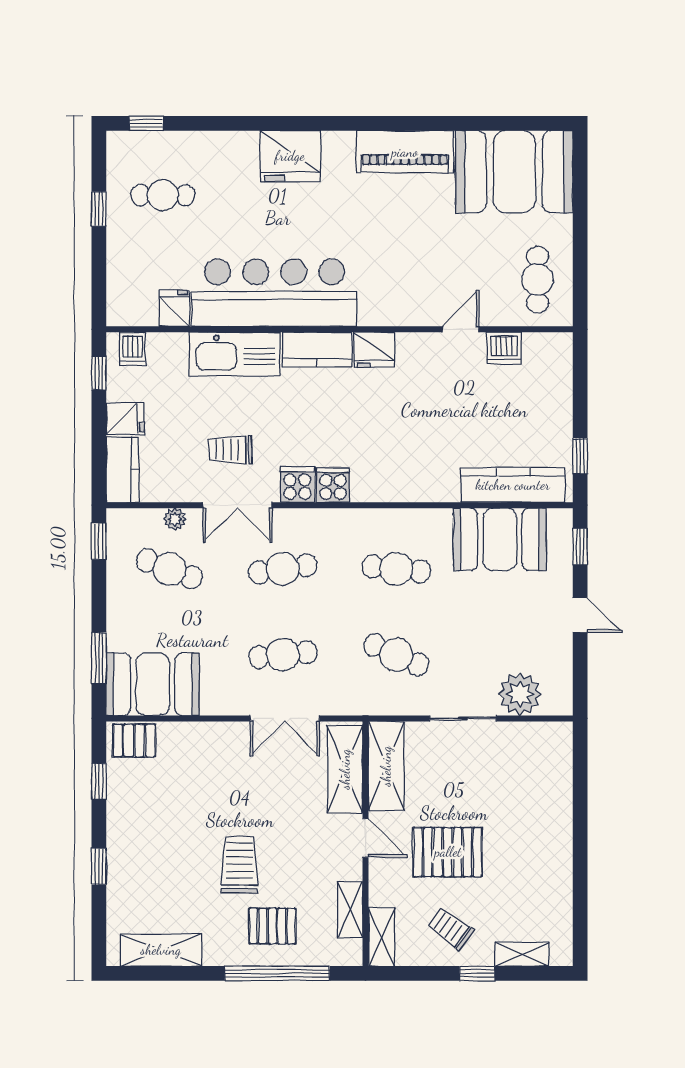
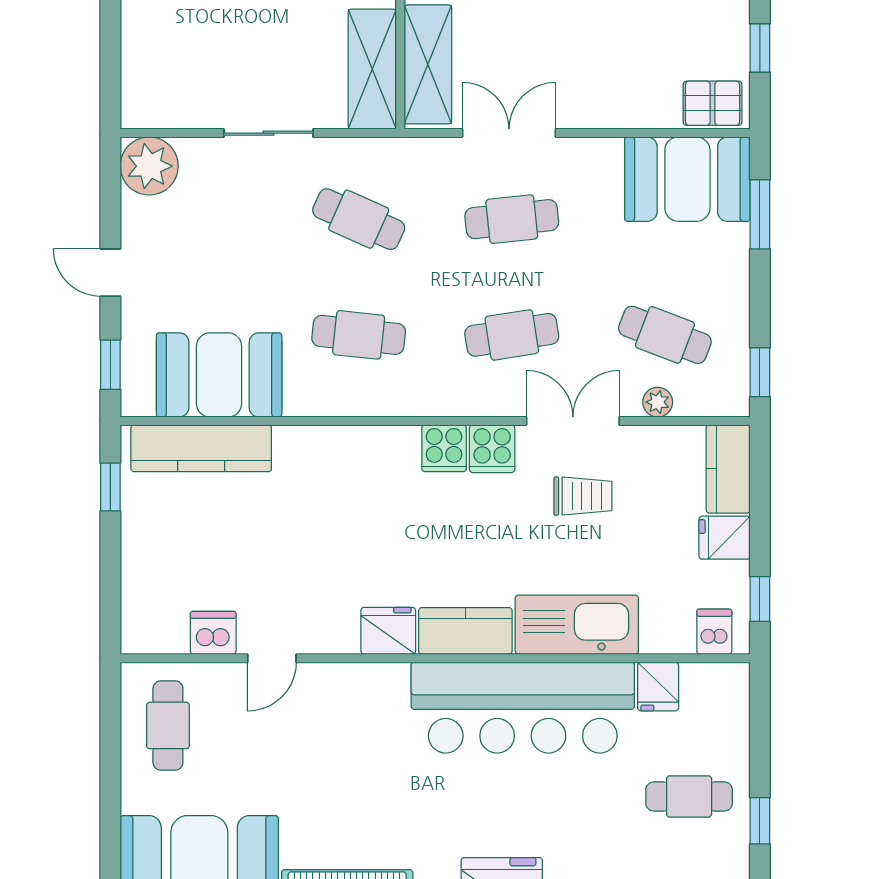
cafe table: (163, 195) -> (689, 796), moved
plant: (520, 694) -> (149, 166), moved

